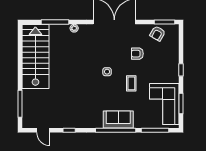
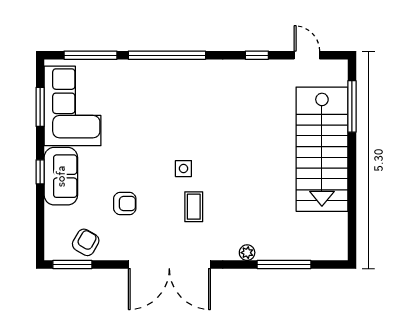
stairs: (35, 56) -> (322, 149), moved
coffee table: (131, 83) -> (194, 207), moved
sofa: (118, 120) -> (61, 176), moved, turned -90

